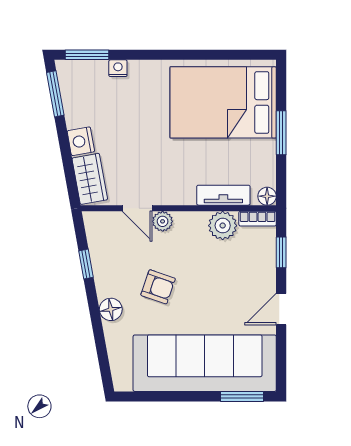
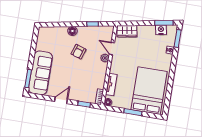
nightstand: (81, 141) -> (161, 30), moved
door: (137, 208) -> (112, 49), hinge flipped
plant: (223, 226) -> (99, 82), removed
door: (281, 309) -> (61, 100), hinge flipped
sofa: (205, 363) -> (40, 73), width x0.74, depth x0.79

